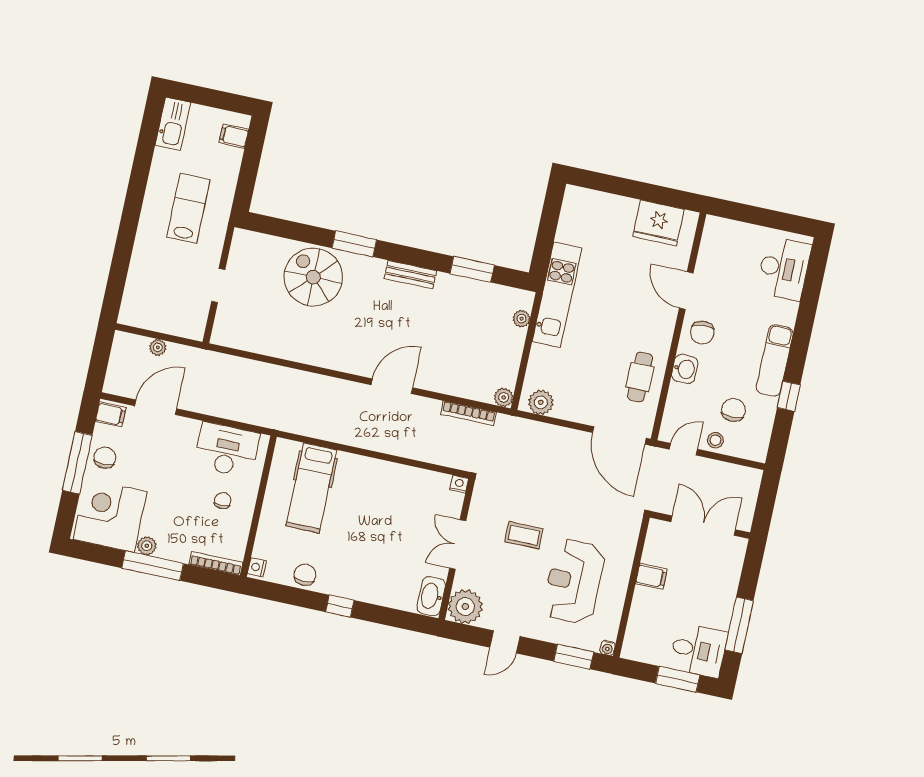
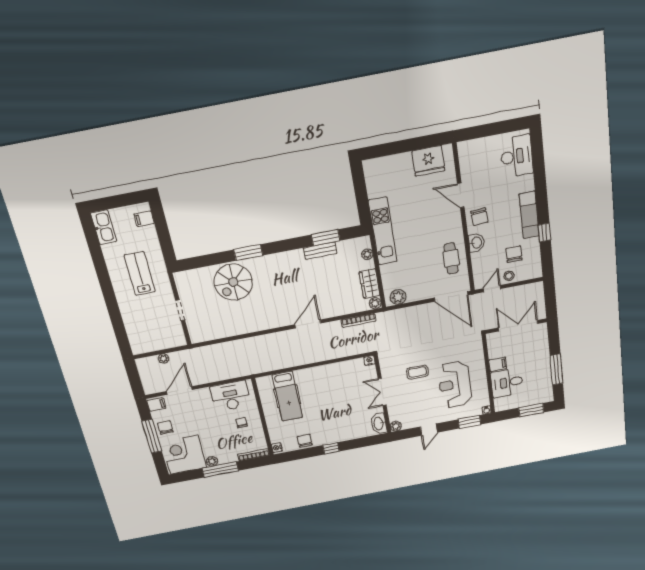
bench: (410, 275) -> (320, 251), moved
spiral stairs: (313, 277) -> (233, 282), turned -90
wardrobe: (507, 364) -> (370, 284), added
plant: (465, 607) -> (396, 426), width x0.53, depth x0.53
desk: (698, 650) -> (507, 383), moved, turned 180

